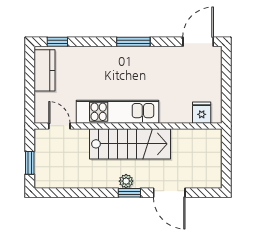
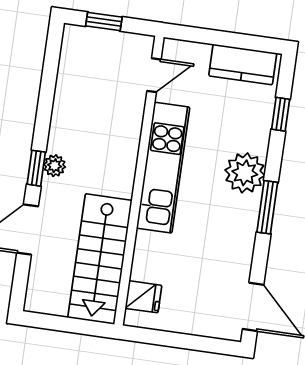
window: (57, 42) -> (281, 114), moved
plant: (113, 59) -> (245, 173), added
stairs: (130, 144) -> (100, 259), moved

